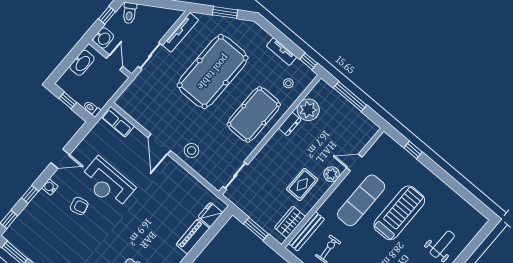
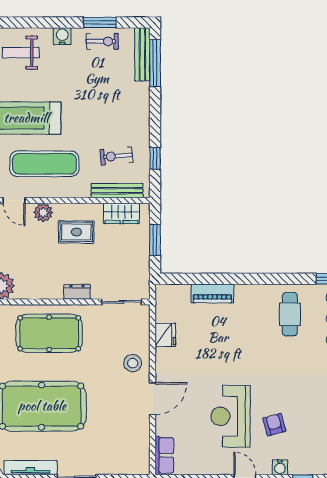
dresser: (290, 124) -> (77, 292), moved
reception desk: (107, 183) -> (231, 416), turned 180
fridge: (210, 215) -> (165, 335), moved, turned -90

